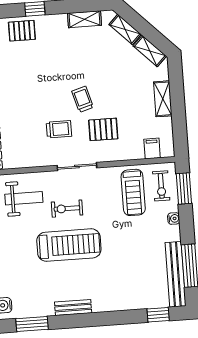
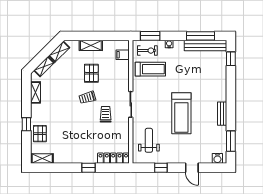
pallet: (103, 129) -> (91, 73), moved
exercise bike: (67, 209) -> (158, 113), removed
treadmill: (69, 245) -> (181, 113), turned 180

